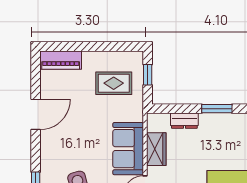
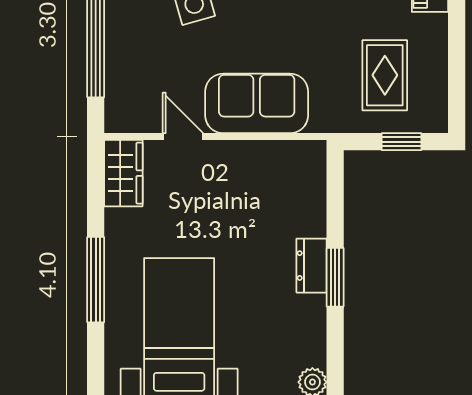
dresser: (184, 121) -> (312, 266), moved
wardrobe: (156, 149) -> (256, 159), removed

